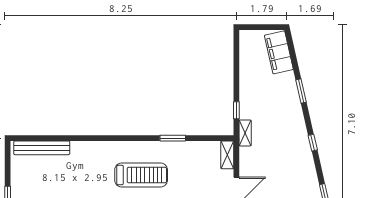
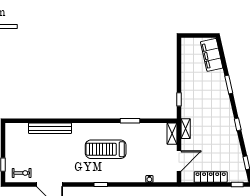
shelving: (245, 133) -> (186, 129), moved
bench: (42, 148) -> (50, 128), moved
treadmill: (141, 175) -> (106, 149), turned 180

